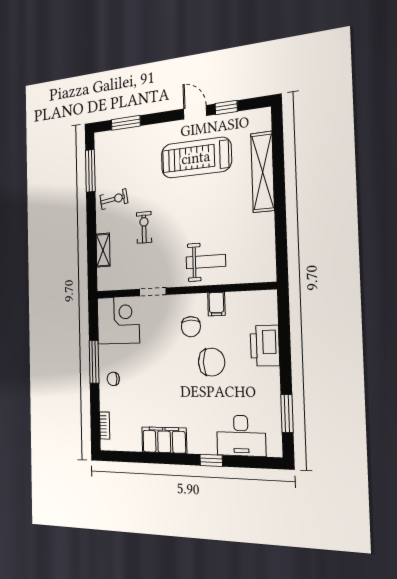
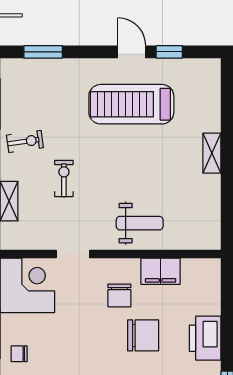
shelving: (263, 172) -> (212, 153), width x0.45, depth x0.75
filing cabinet: (216, 304) -> (161, 271), width x2.00
printer: (265, 346) -> (205, 338), moved

